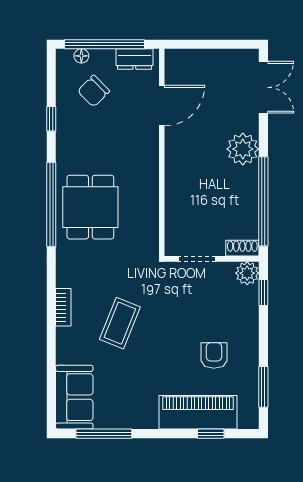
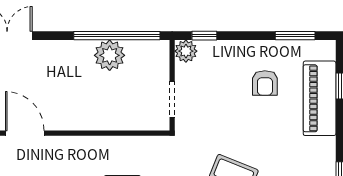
plant: (243, 149) -> (110, 55), moved
shoe rack: (242, 248) -> (162, 56), removed
armchair: (214, 355) -> (265, 83), turned -90

